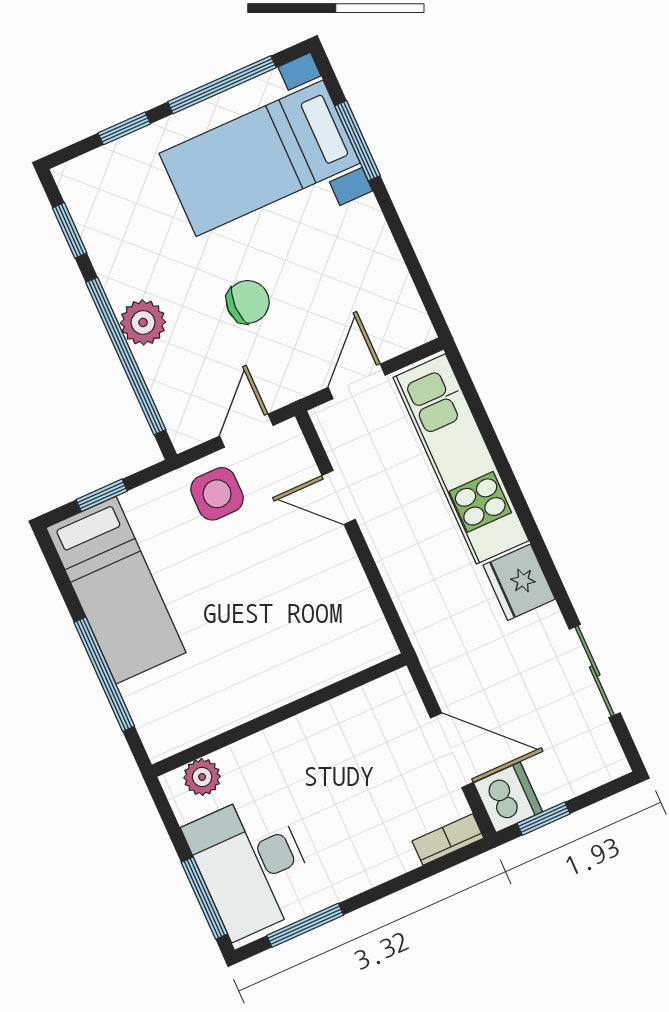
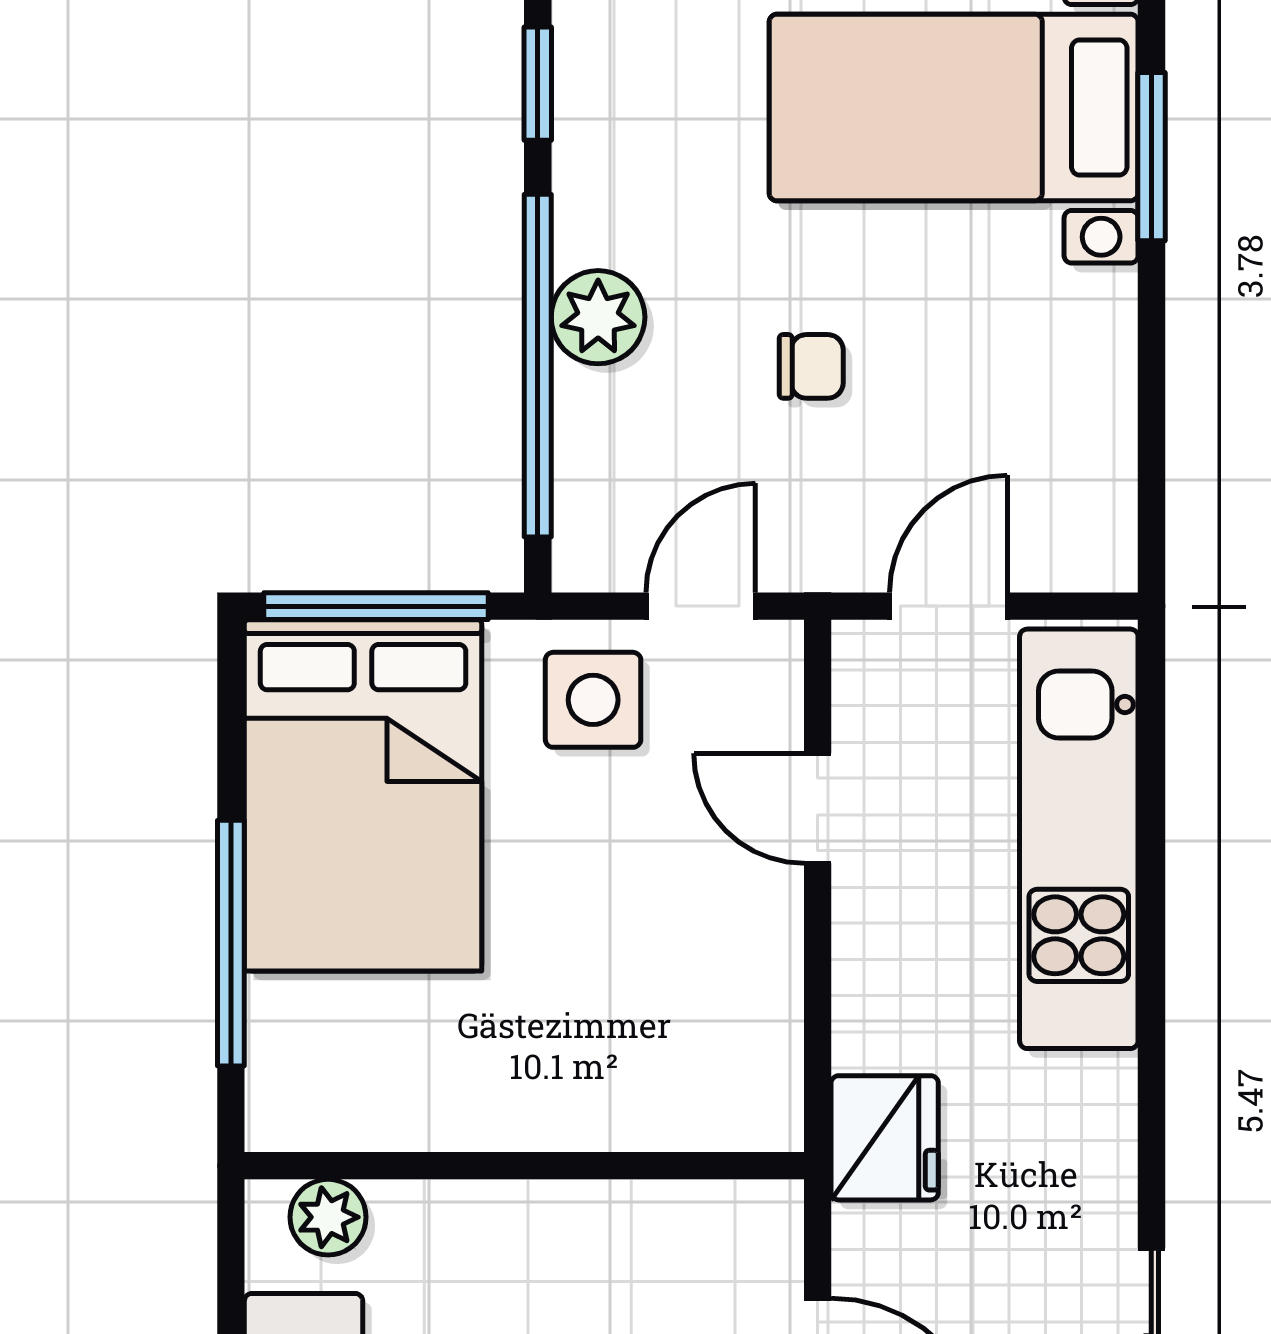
chair: (248, 302) -> (811, 366), width x0.73, depth x0.73
window: (102, 495) -> (376, 606), width x2.17
fridge: (519, 582) -> (885, 1138), moved, turned 180
bed: (116, 590) -> (363, 795), width x1.50

